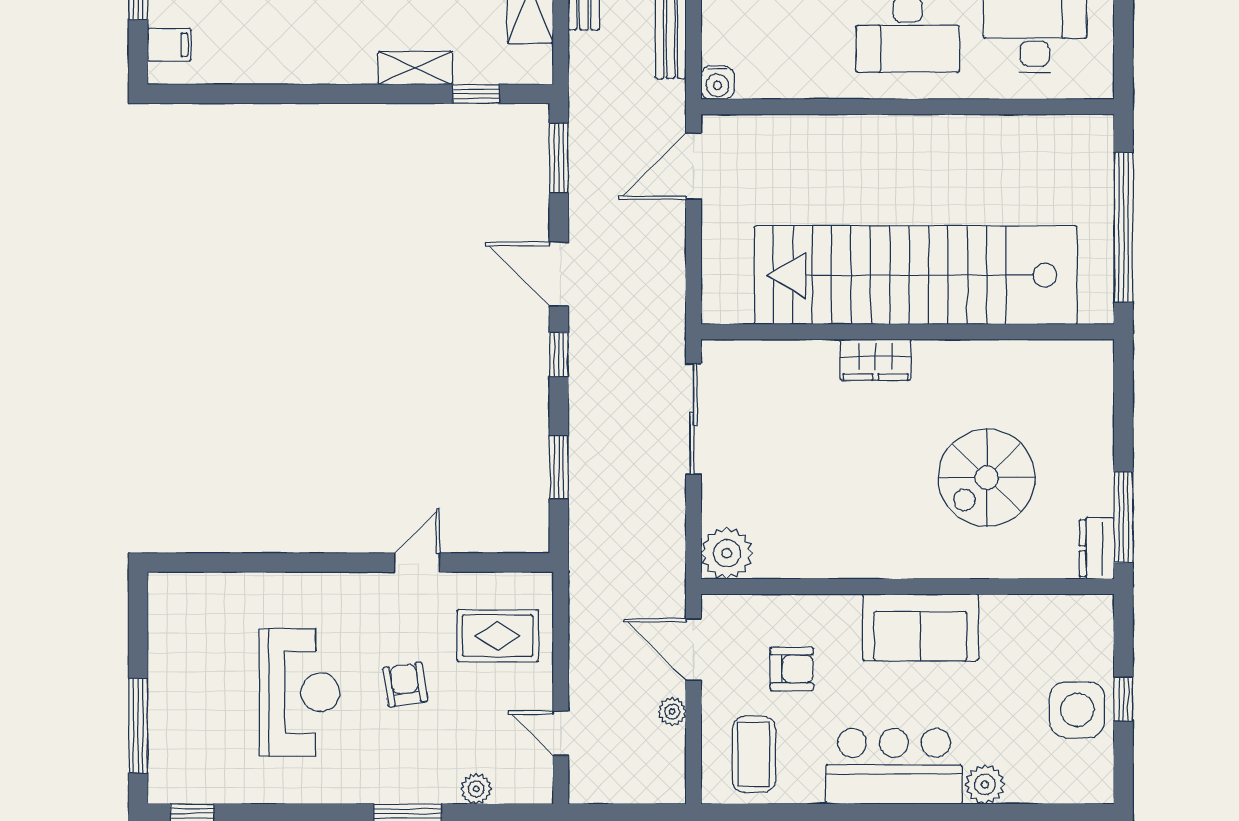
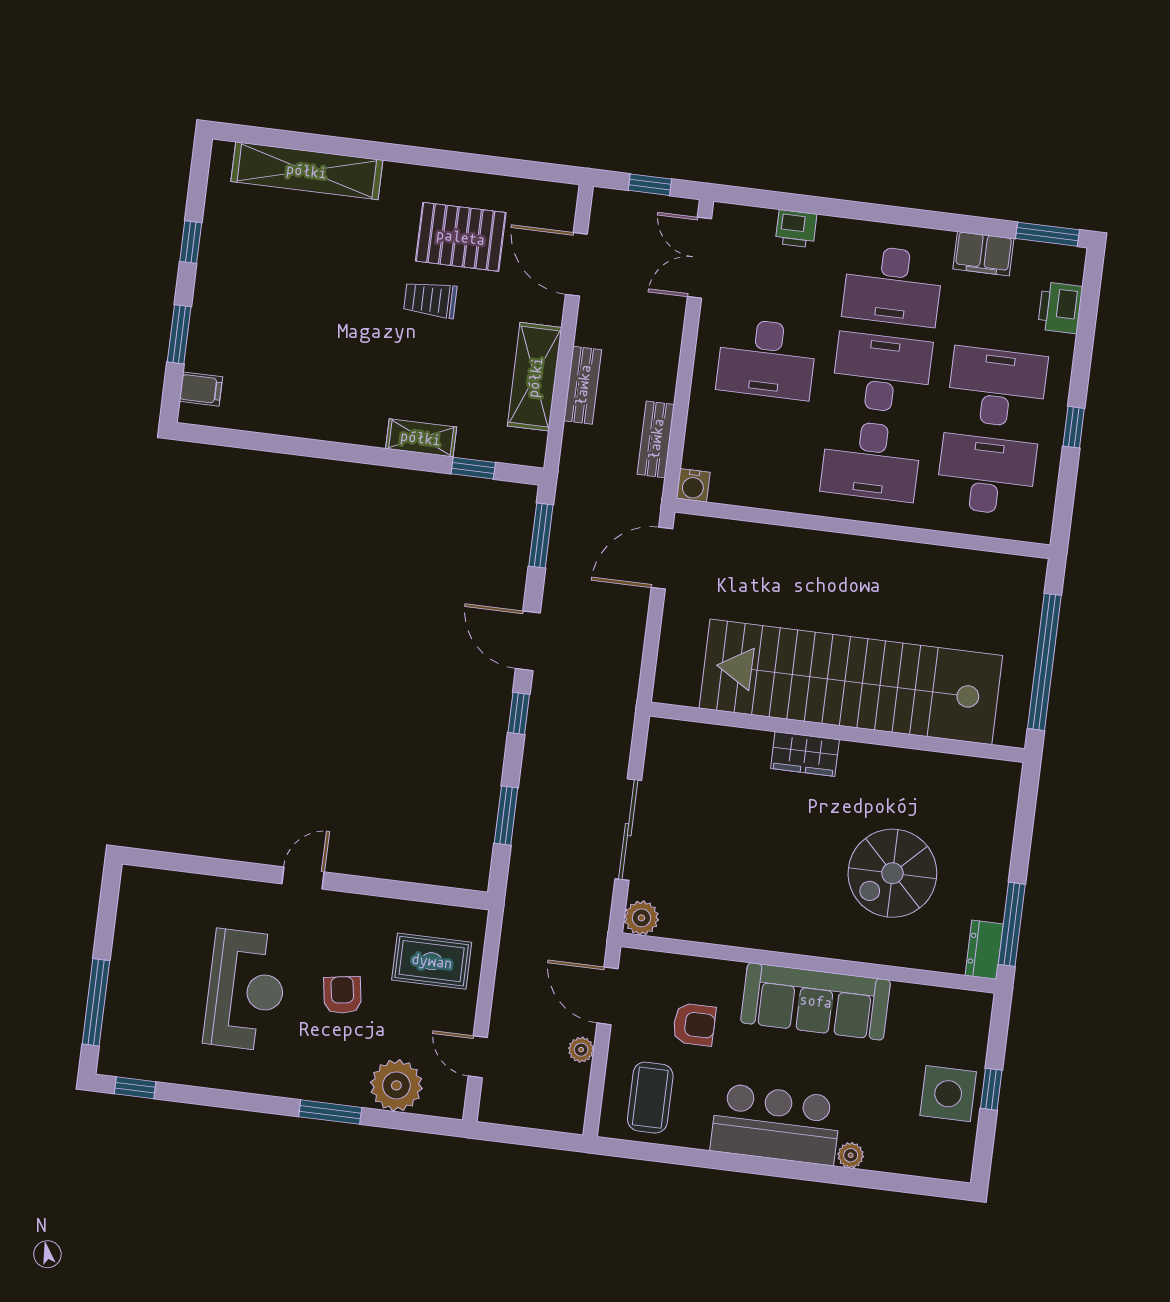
sliding door: (694, 419) -> (628, 830), moved
plant: (727, 553) -> (641, 918), width x0.73, depth x0.73
door: (417, 563) -> (303, 878), moved
sofa: (920, 627) -> (816, 1001), width x1.36
plant: (985, 785) -> (851, 1155), width x0.73, depth x0.73
plant: (476, 789) -> (396, 1085), width x1.88, depth x1.88

